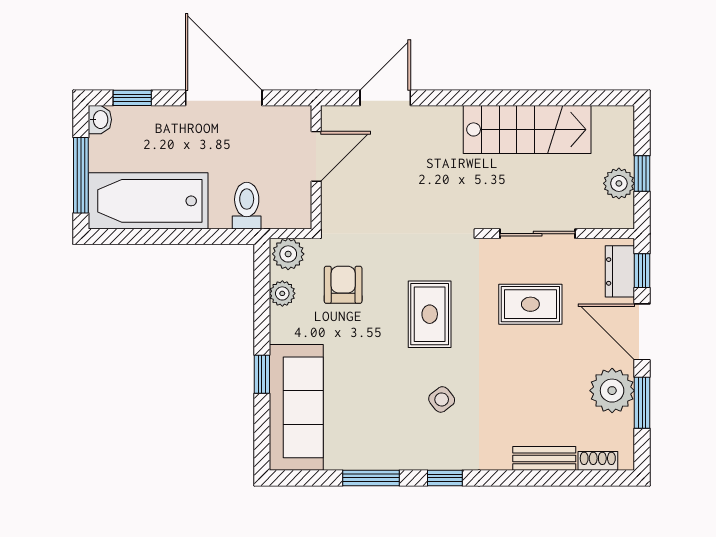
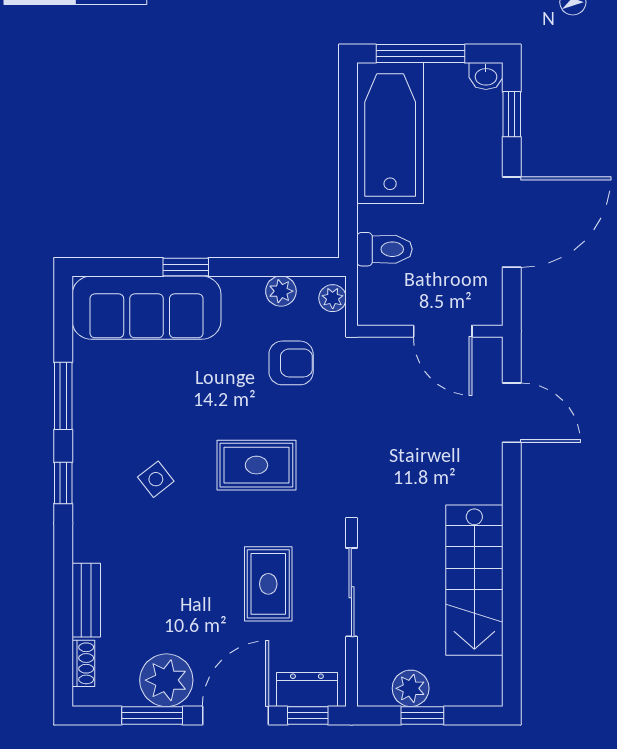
plant: (288, 254) -> (333, 298), width x0.73, depth x0.73

